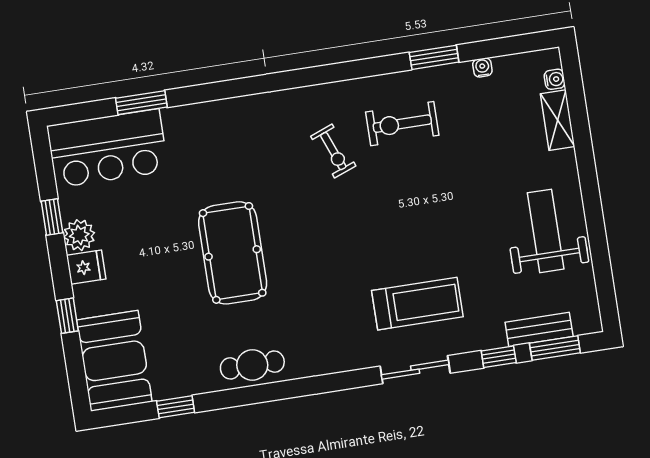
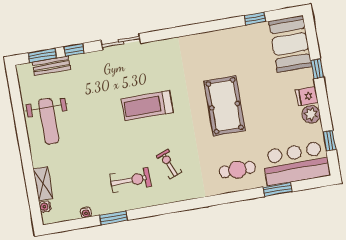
window: (52, 217) -> (329, 140), moved
treadmill: (417, 304) -> (147, 106), moved
cafe table: (252, 365) -> (237, 170), moved

